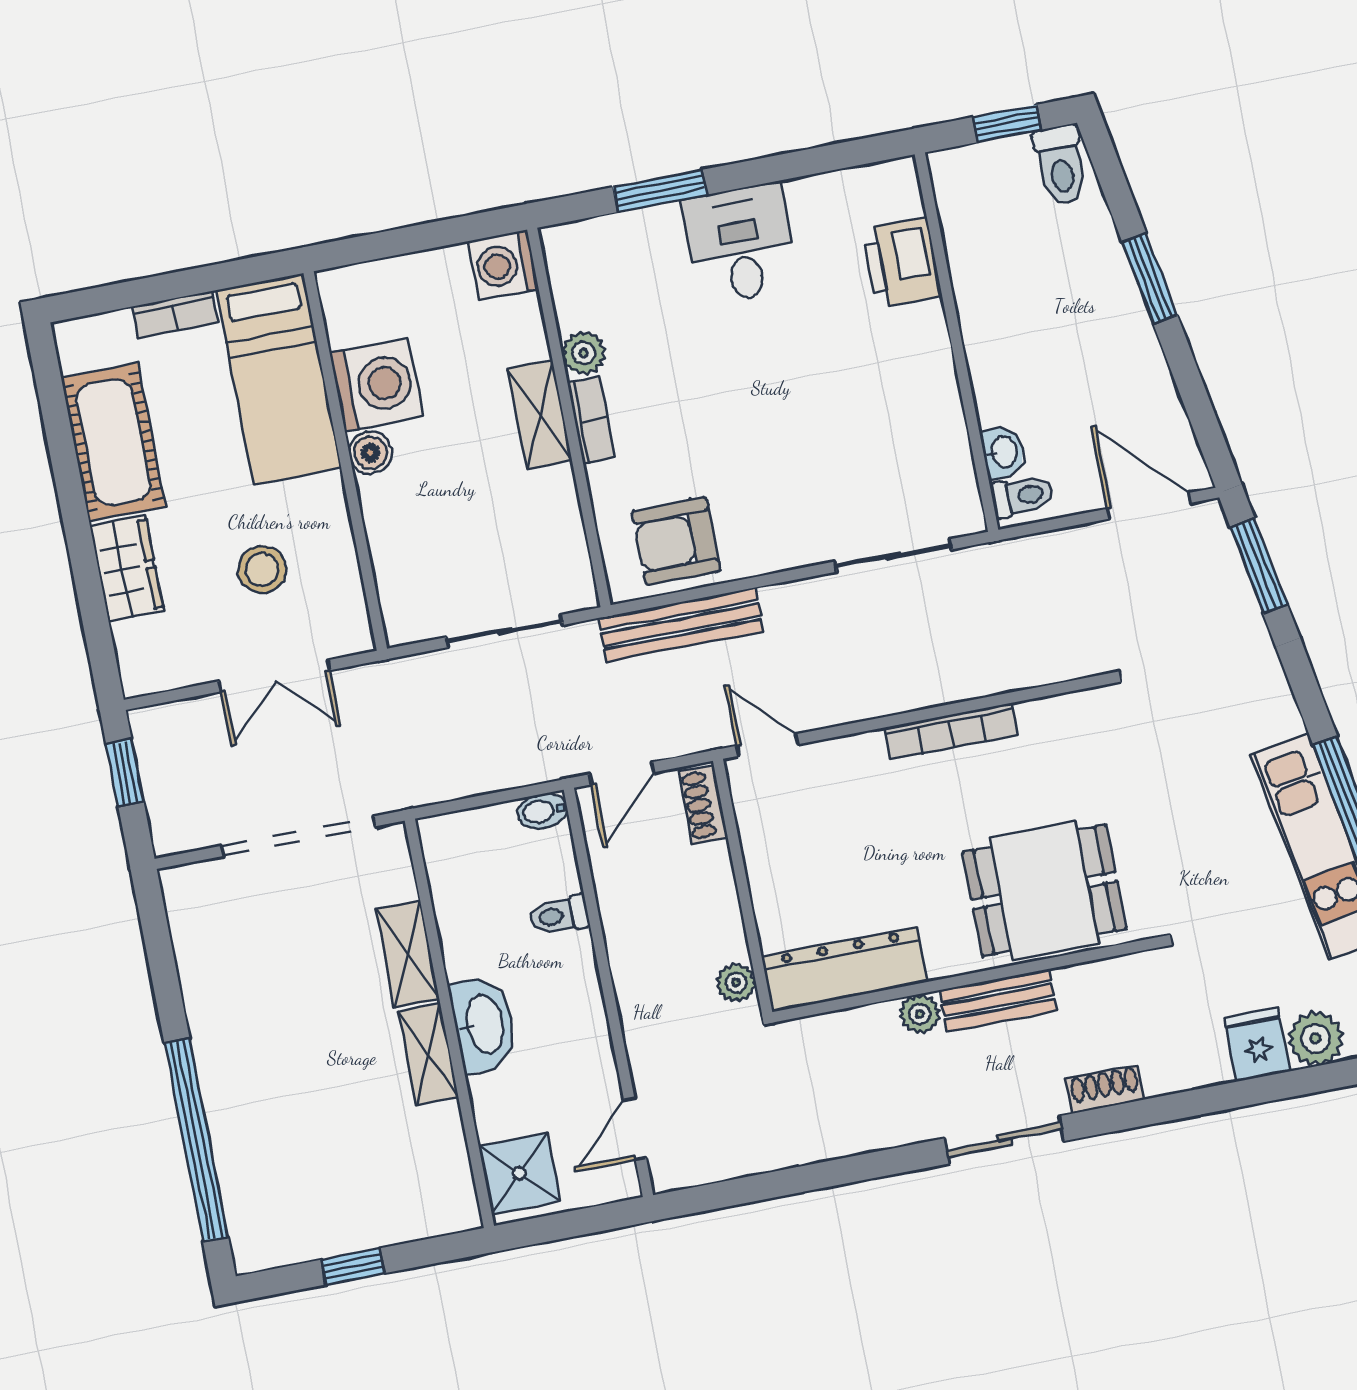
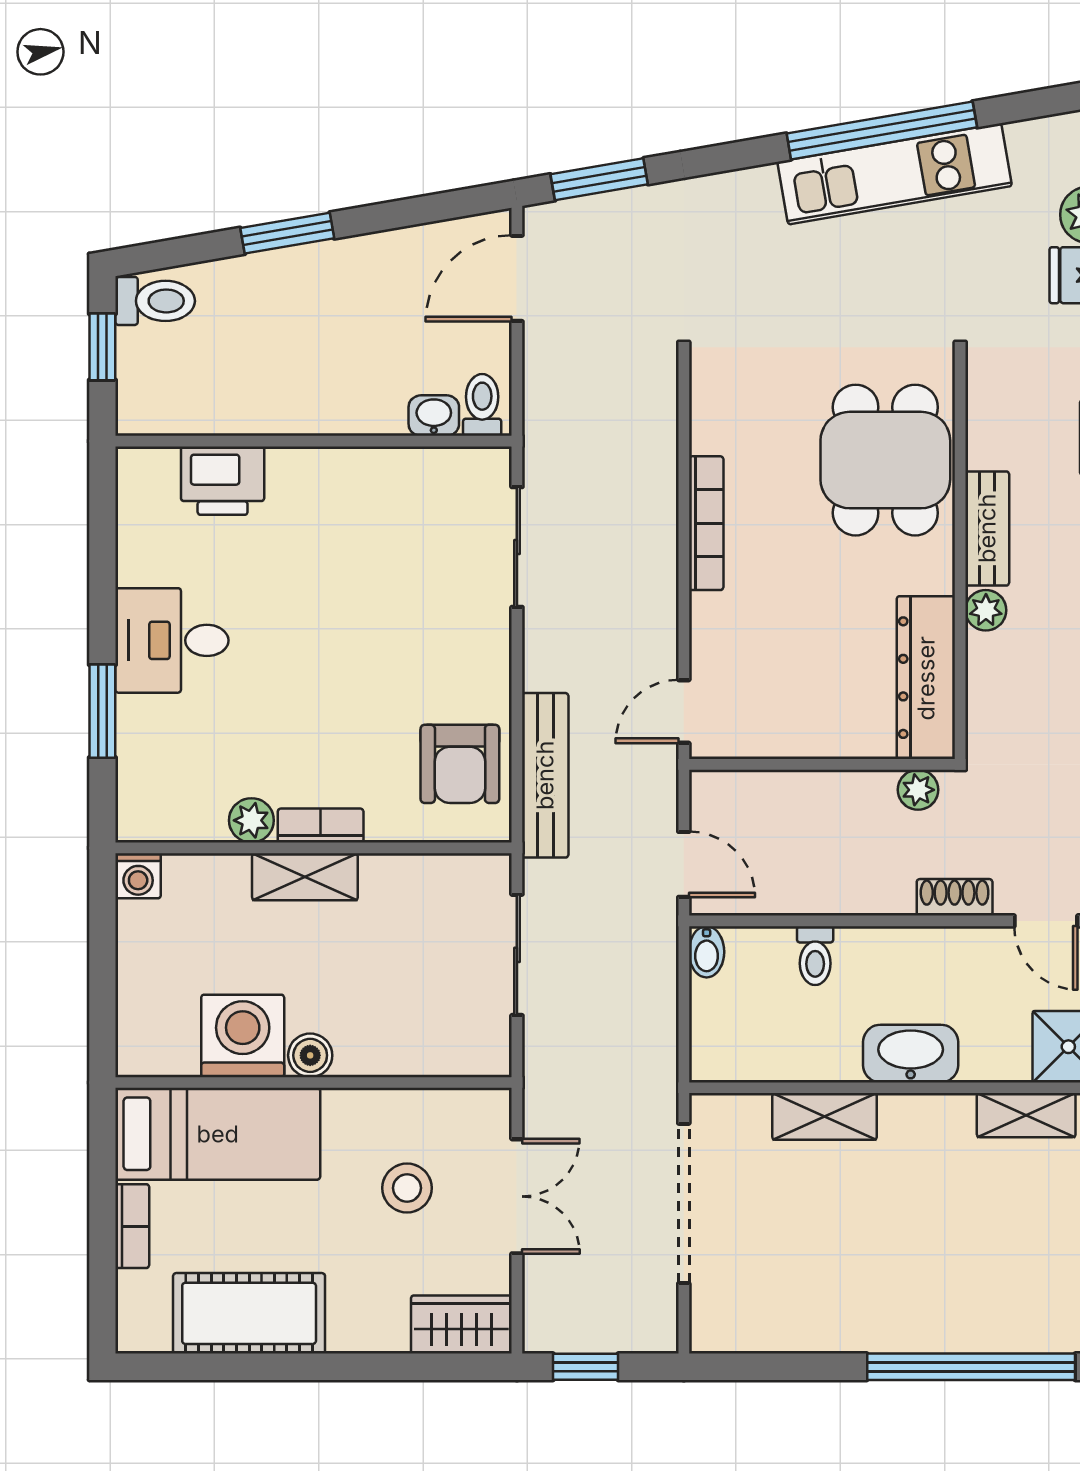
washing machine: (503, 265) -> (138, 876), width x0.73, depth x0.73
wardrobe: (127, 568) -> (461, 1324), moved
shoe rack: (703, 804) -> (955, 897), moved, turned 180
shelving: (428, 1054) -> (1026, 1115), moved

